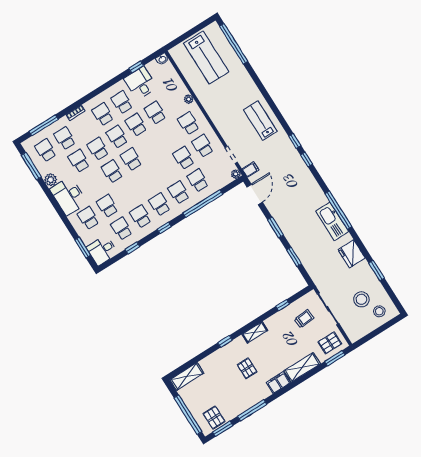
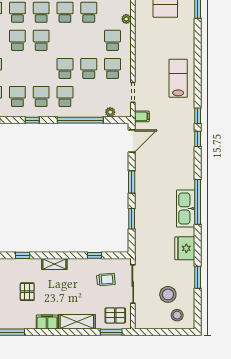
plant: (236, 174) -> (110, 112), moved
school desk: (198, 180) -> (65, 68), moved

